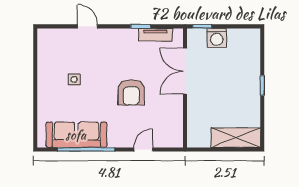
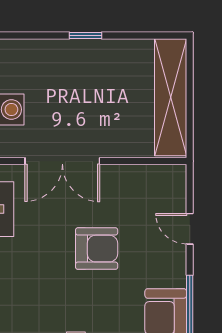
shelving: (236, 138) -> (171, 97), width x1.47

